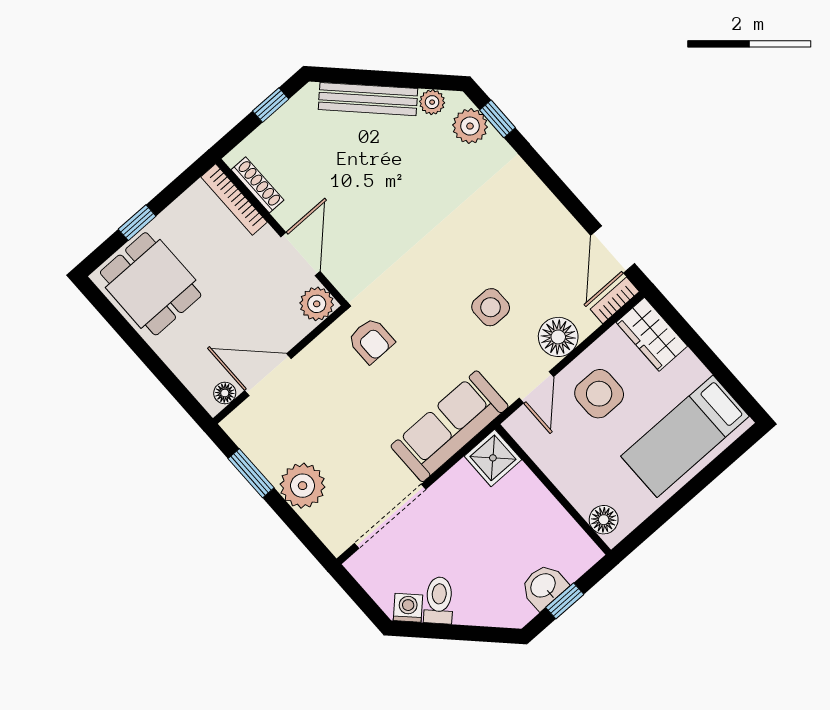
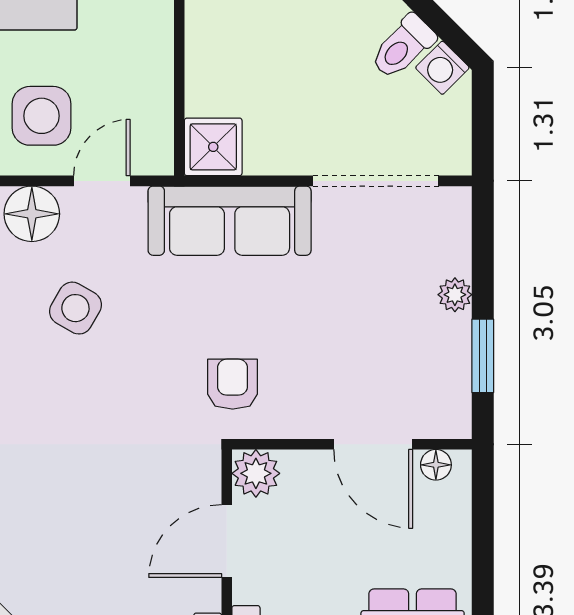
side table: (491, 307) -> (75, 308), turned 30
plant: (303, 486) -> (455, 295), width x0.53, depth x0.53

